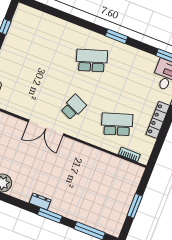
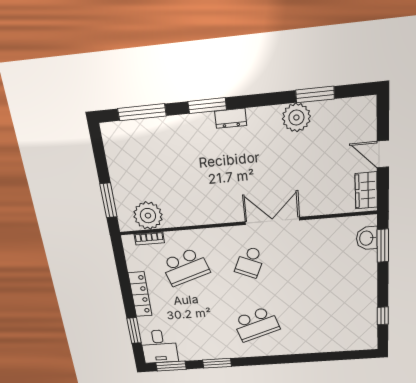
window: (117, 36) -> (217, 363), moved
plant: (122, 169) -> (148, 216), added
window: (135, 206) -> (109, 200), moved

